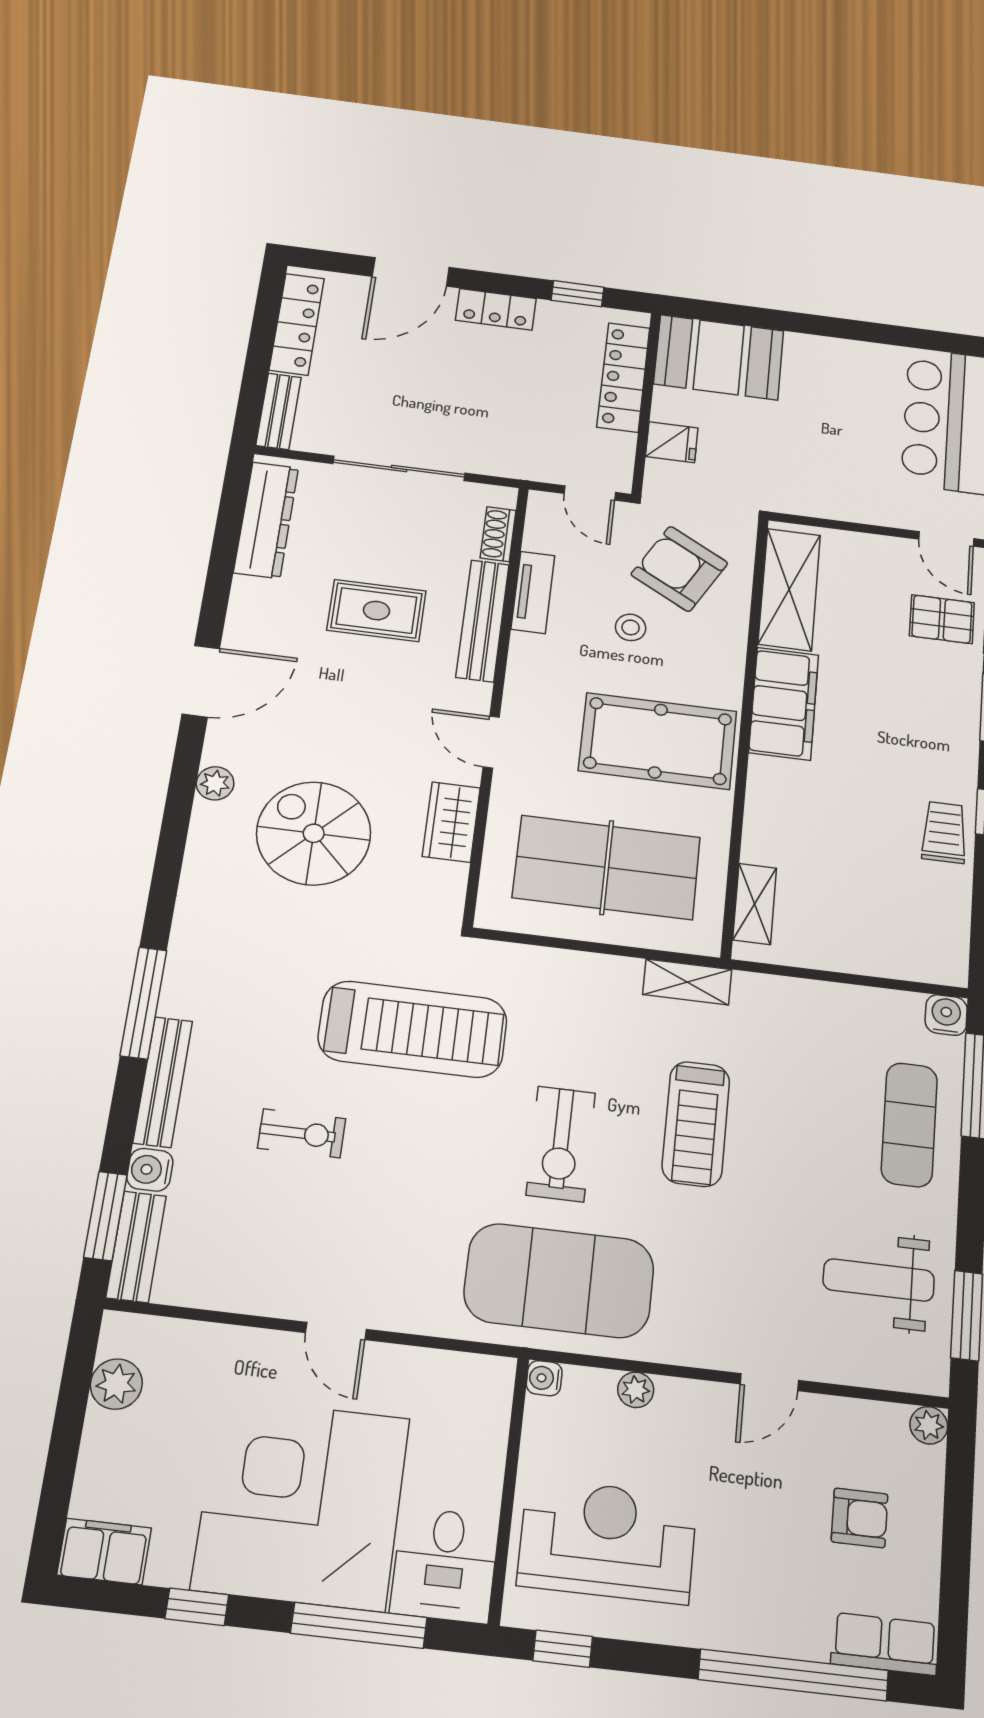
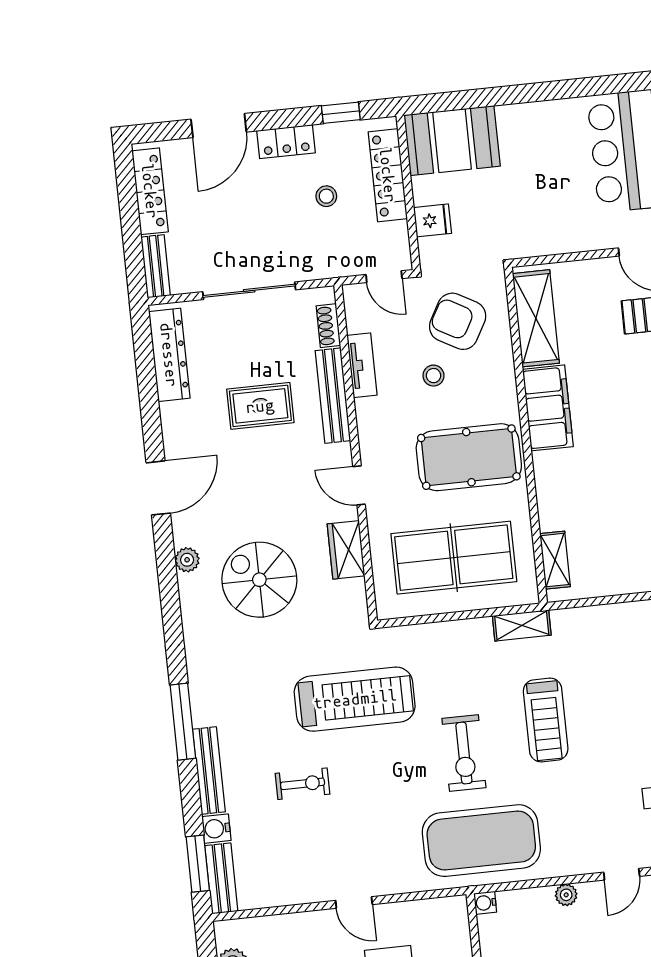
stool: (534, 383) -> (326, 196), added
plant: (636, 1390) -> (566, 895), moved

